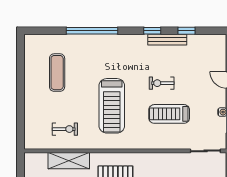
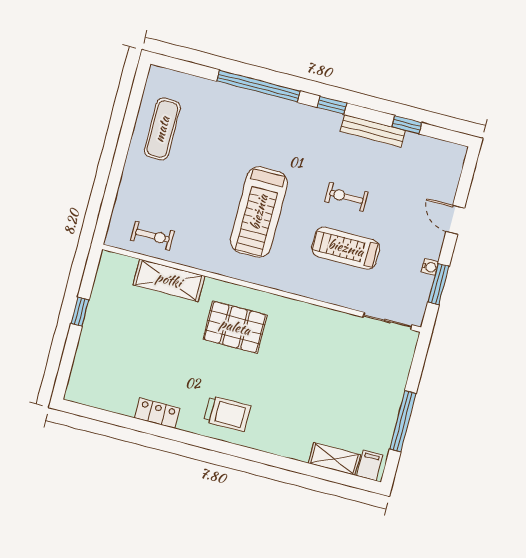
window: (152, 31) -> (332, 105), moved
exercise mat: (57, 73) -> (162, 129), moved
exercise bike: (65, 129) -> (152, 236), moved

